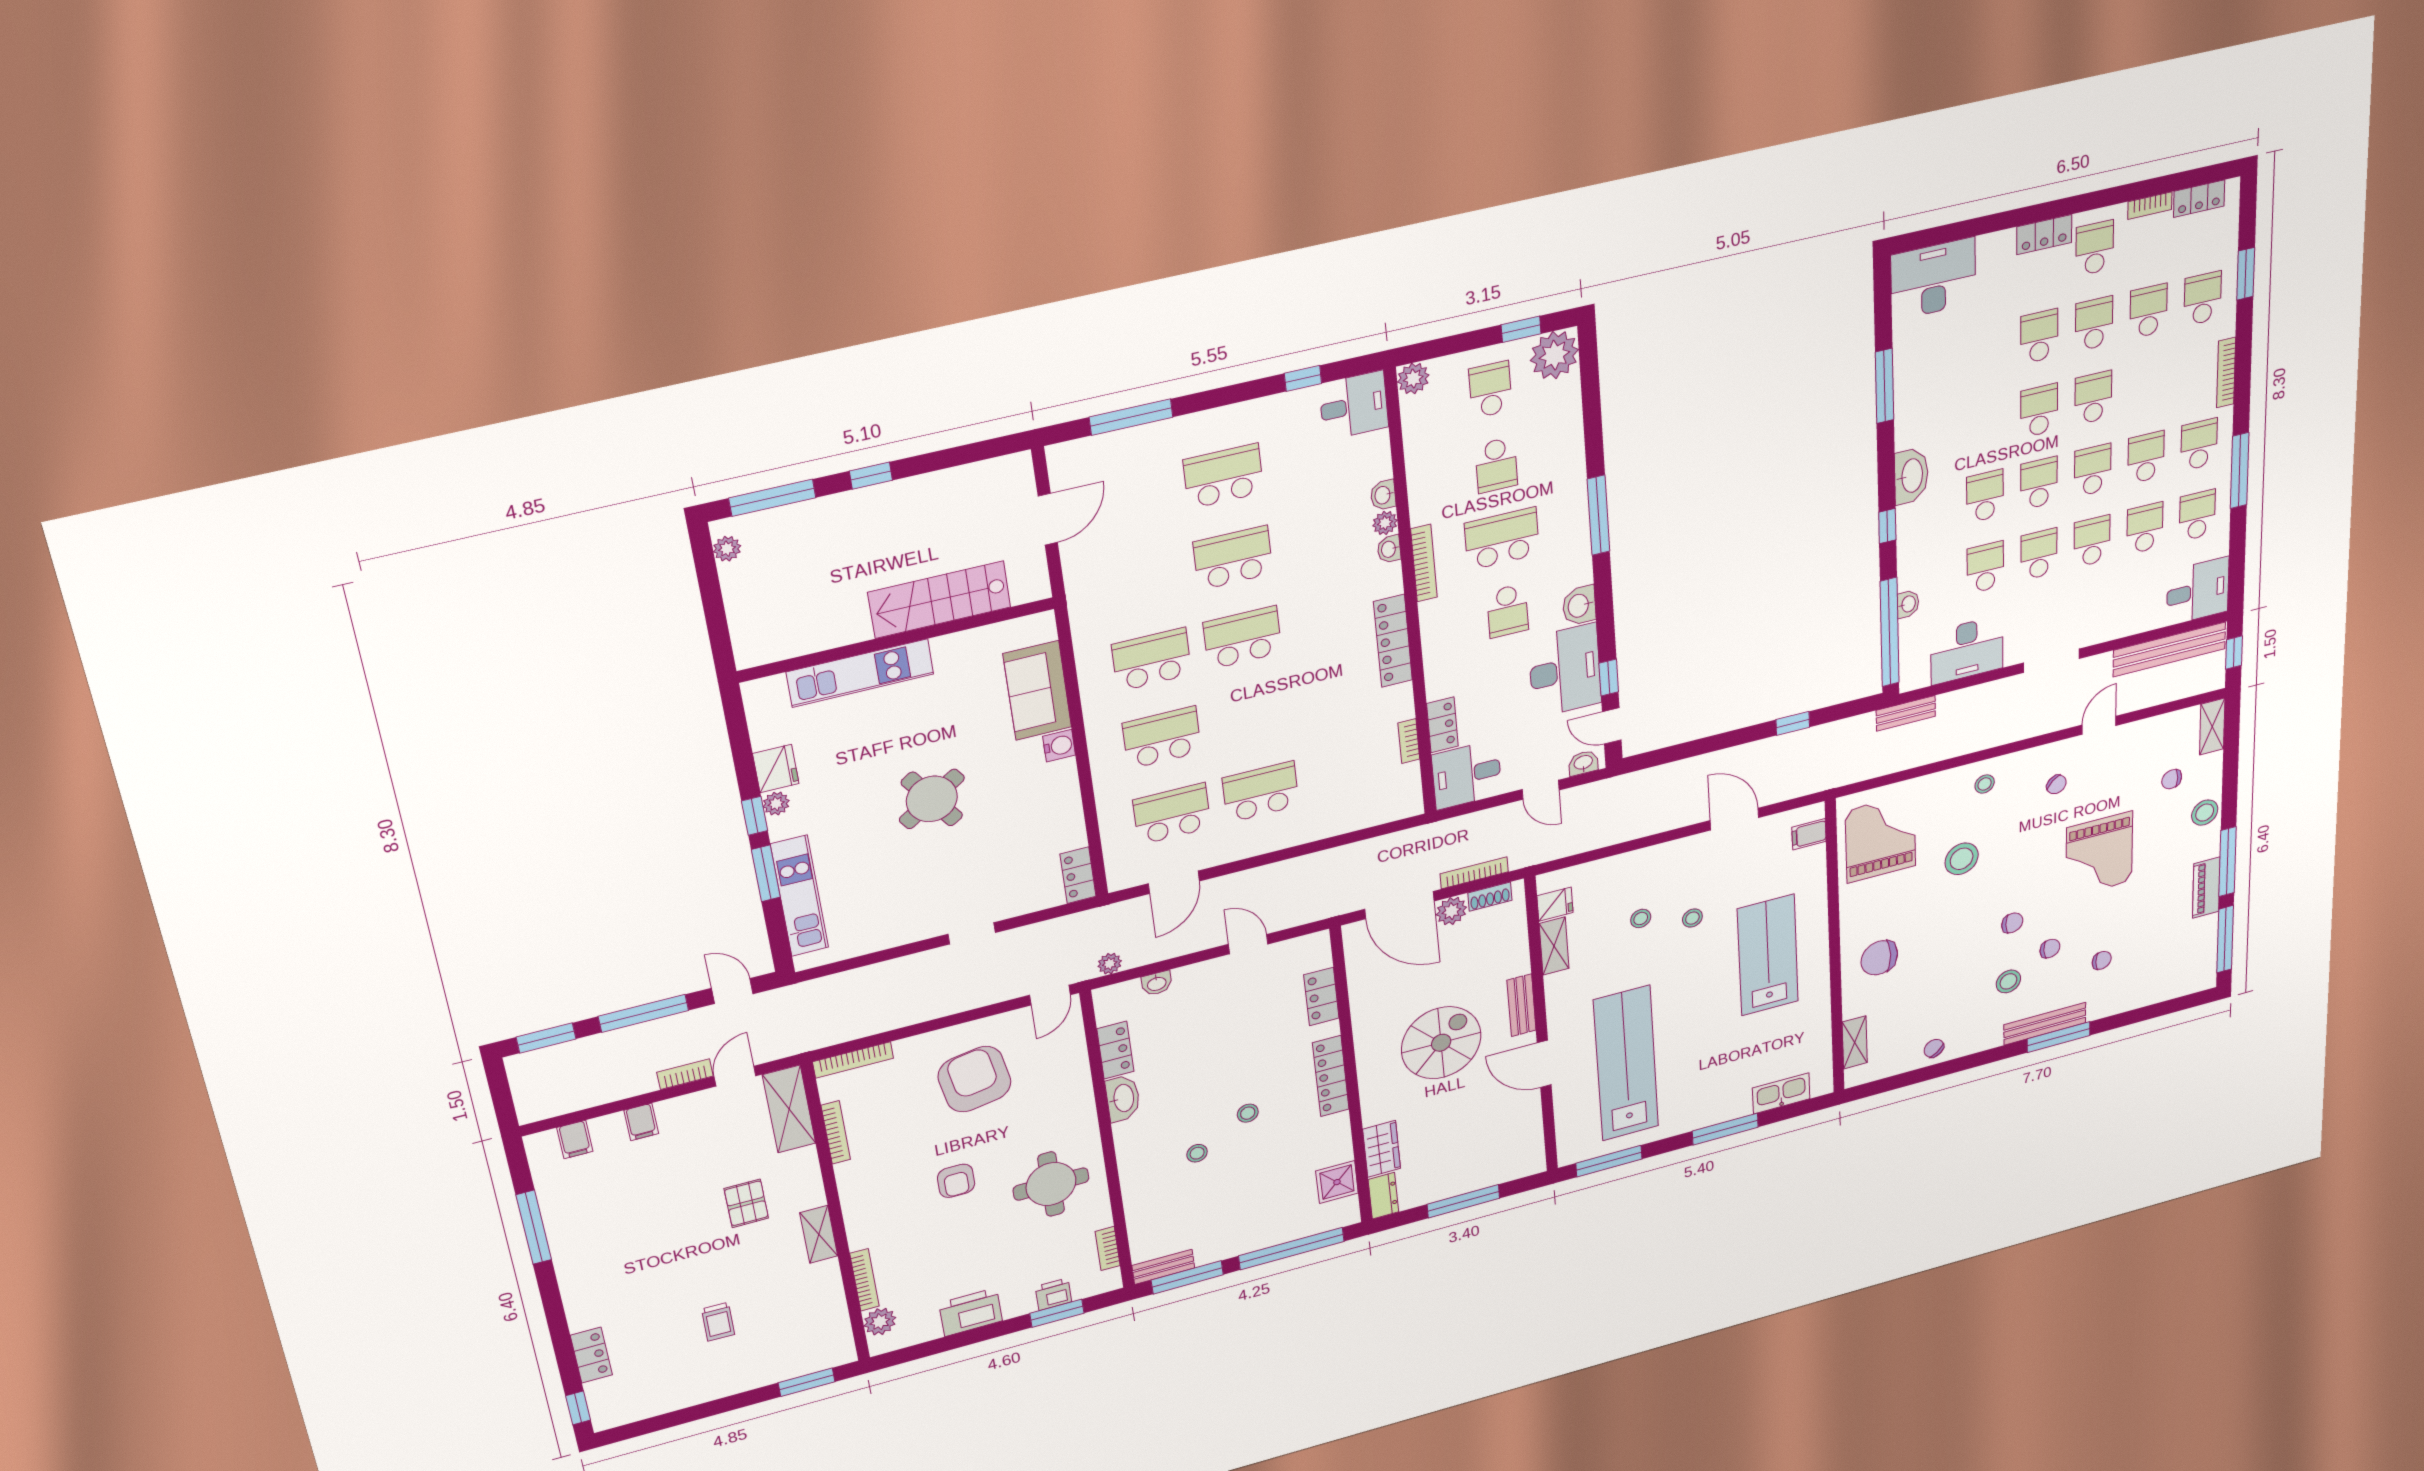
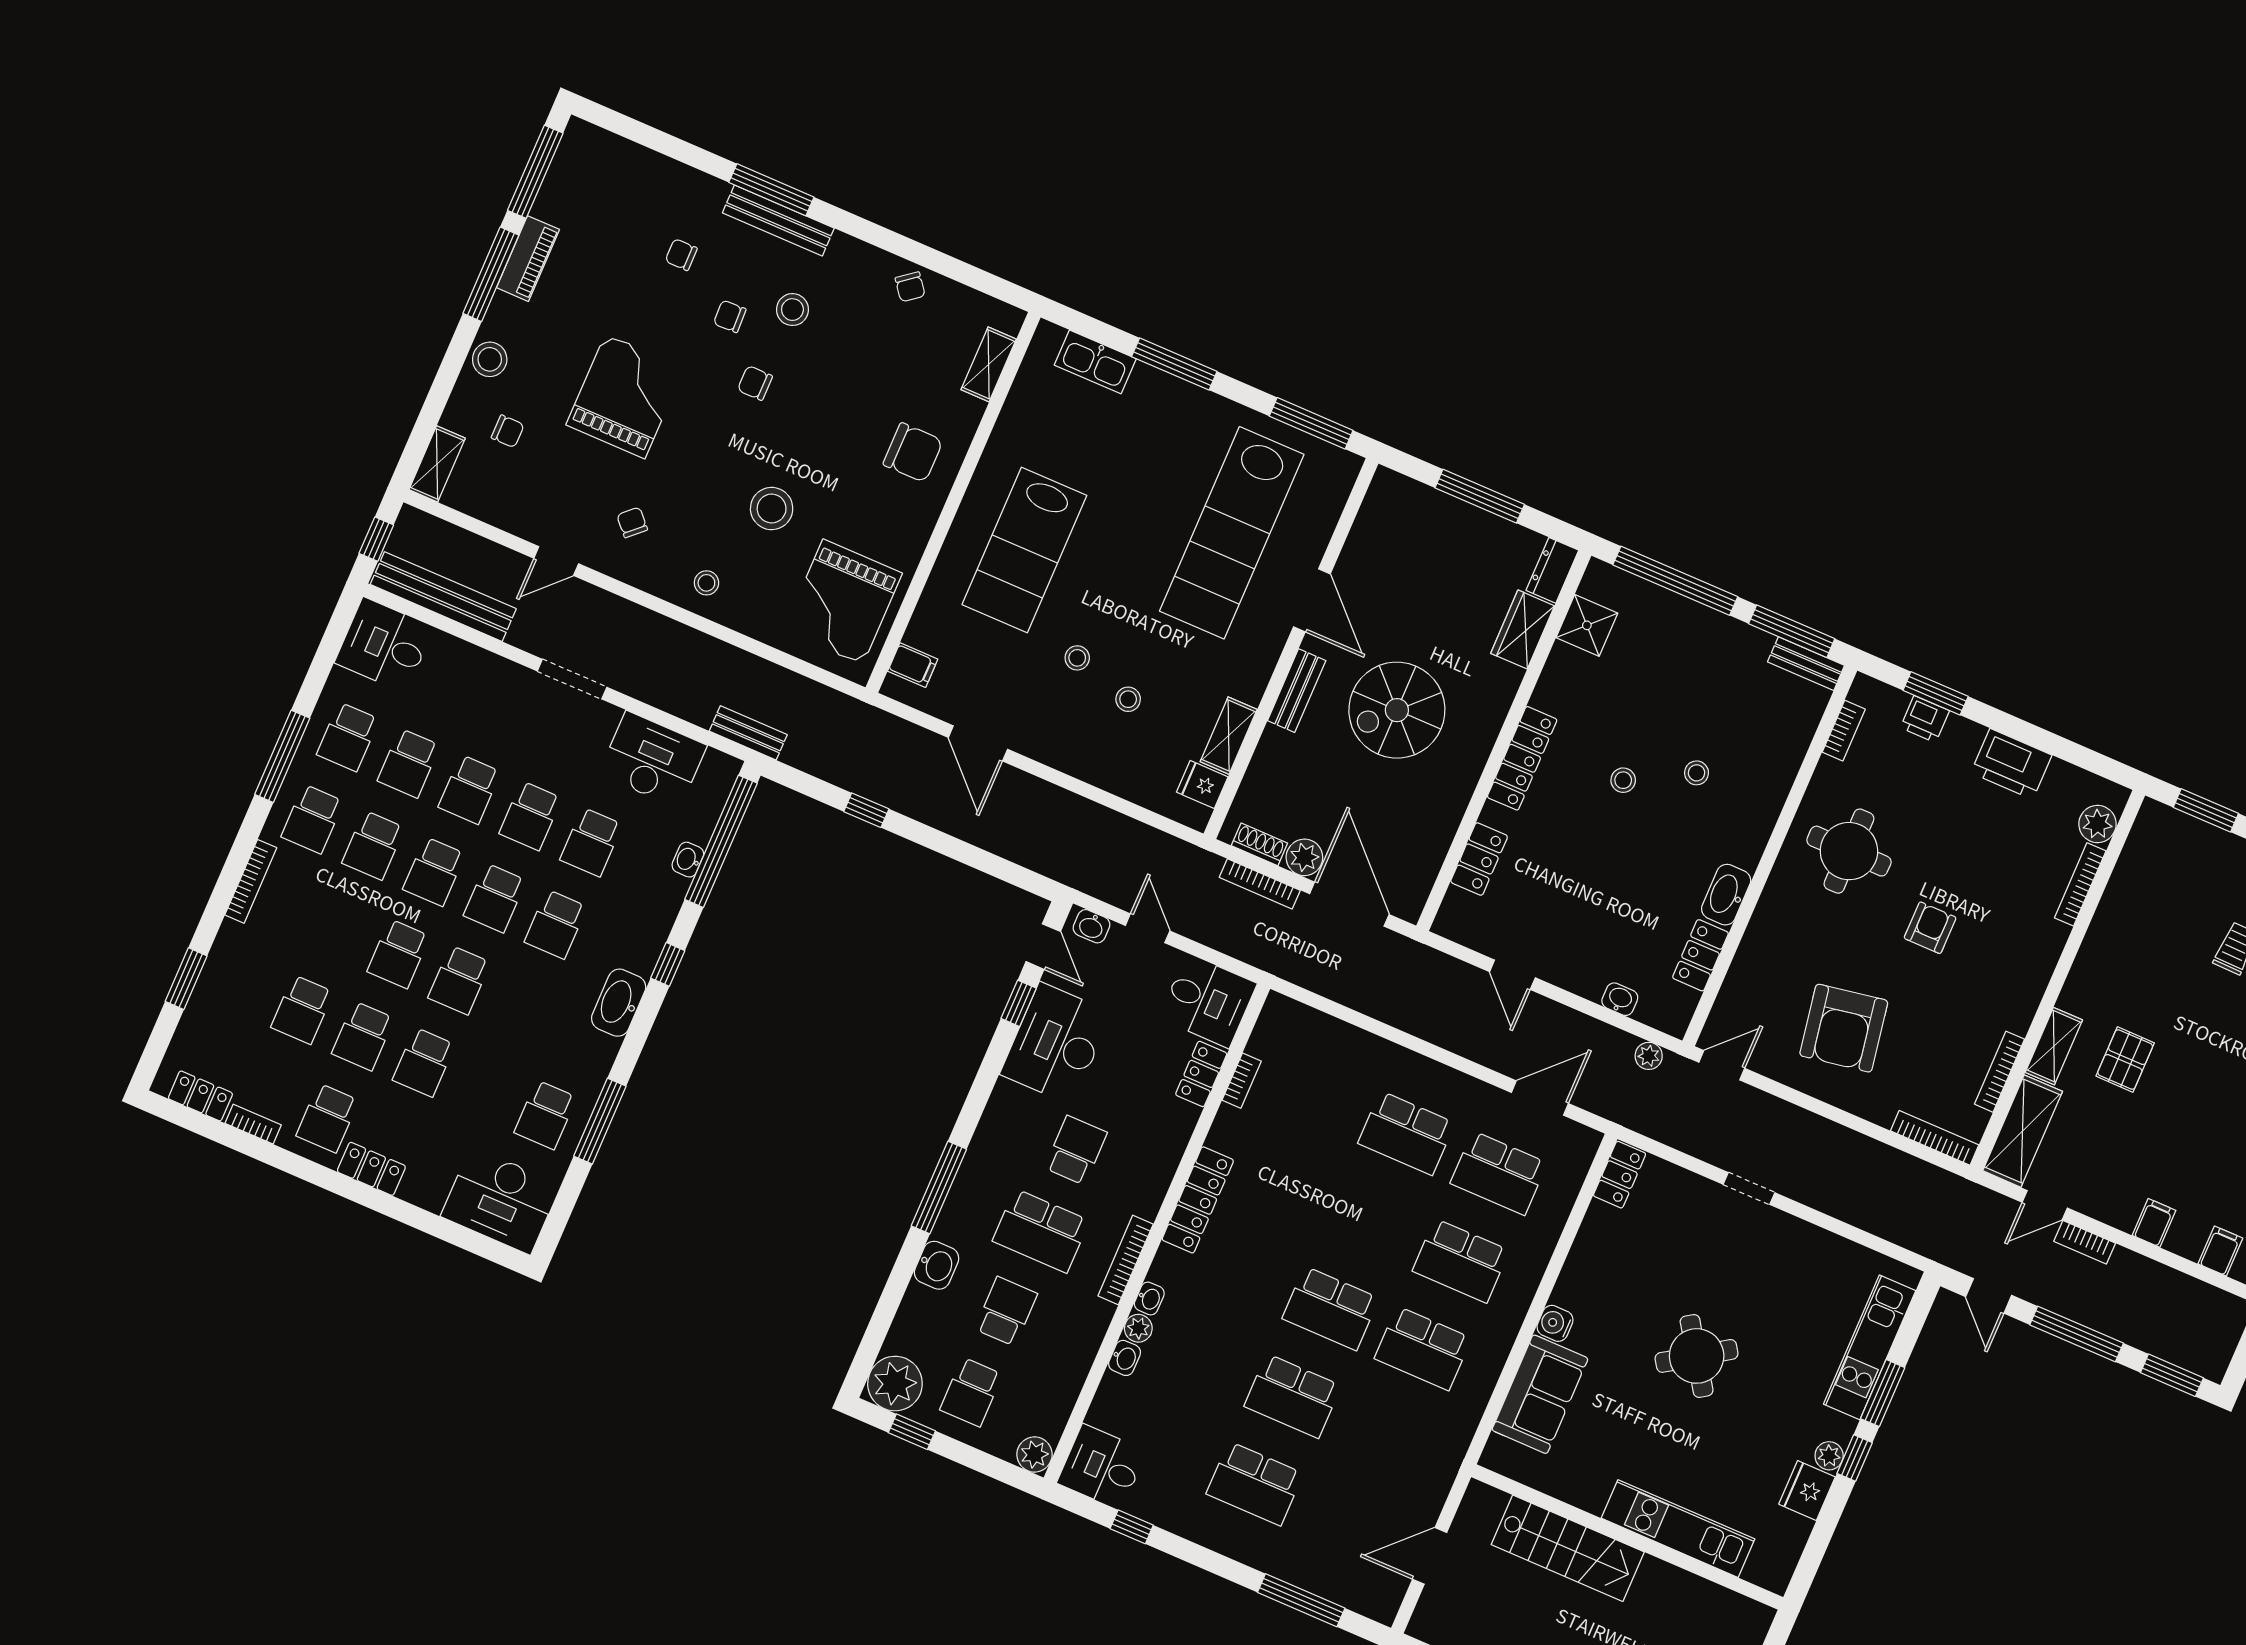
school desk: (2203, 298) -> (545, 1115), moved
washbasin: (1579, 606) -> (937, 1265), moved
shelving: (819, 1234) -> (2054, 1046), moved

